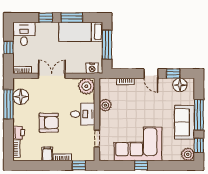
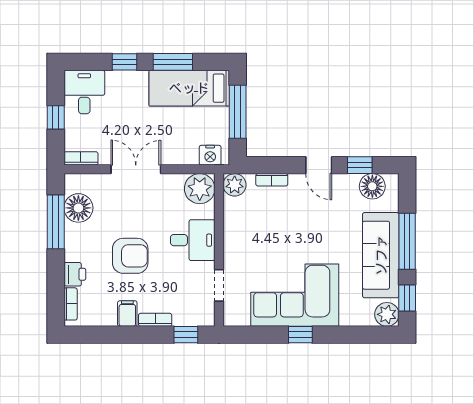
plant: (105, 105) -> (235, 185), moved
sofa: (185, 122) -> (381, 255), width x1.36

